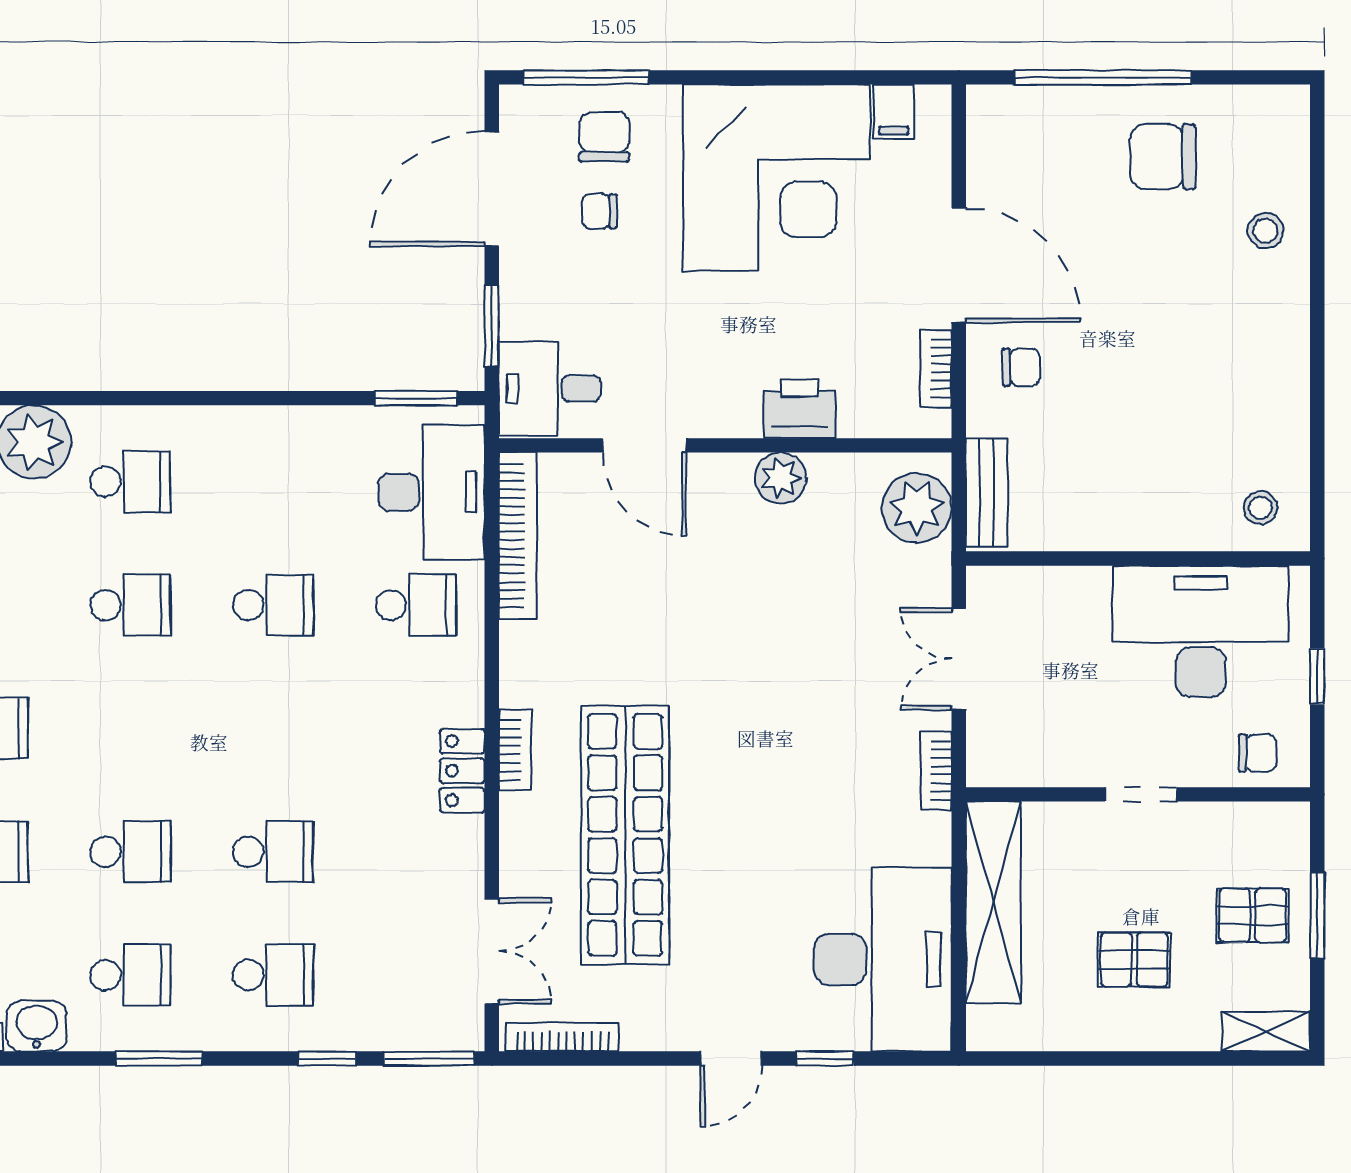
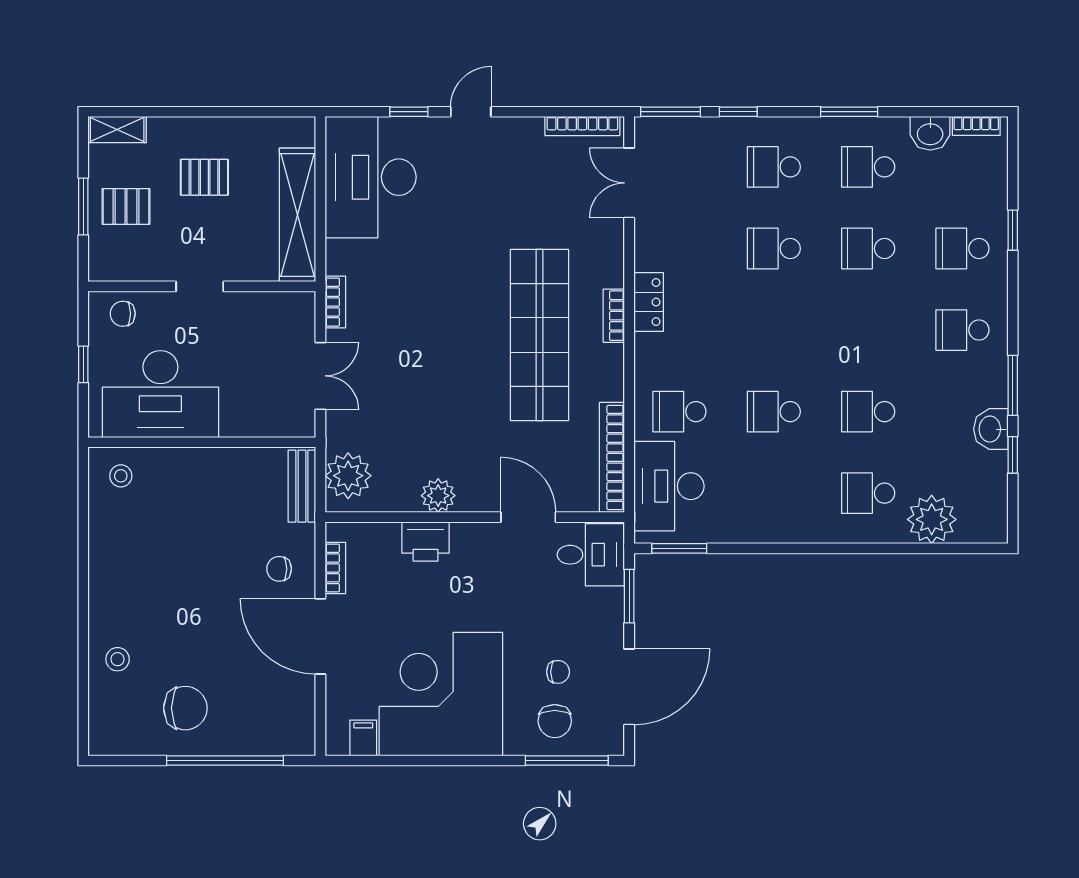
shop shelf: (625, 835) -> (540, 335), moved

